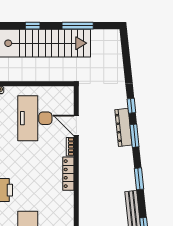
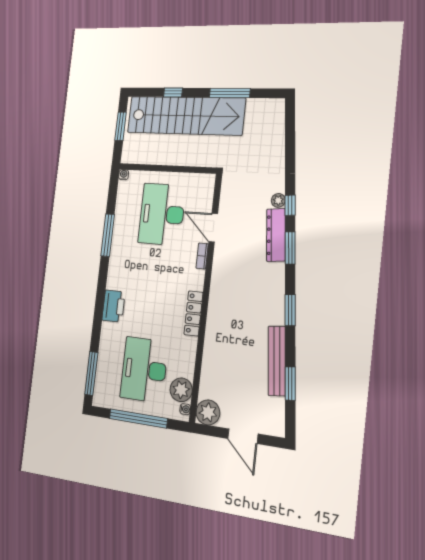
plant: (122, 103) -> (278, 200), added
locker: (68, 174) -> (193, 313), moved

